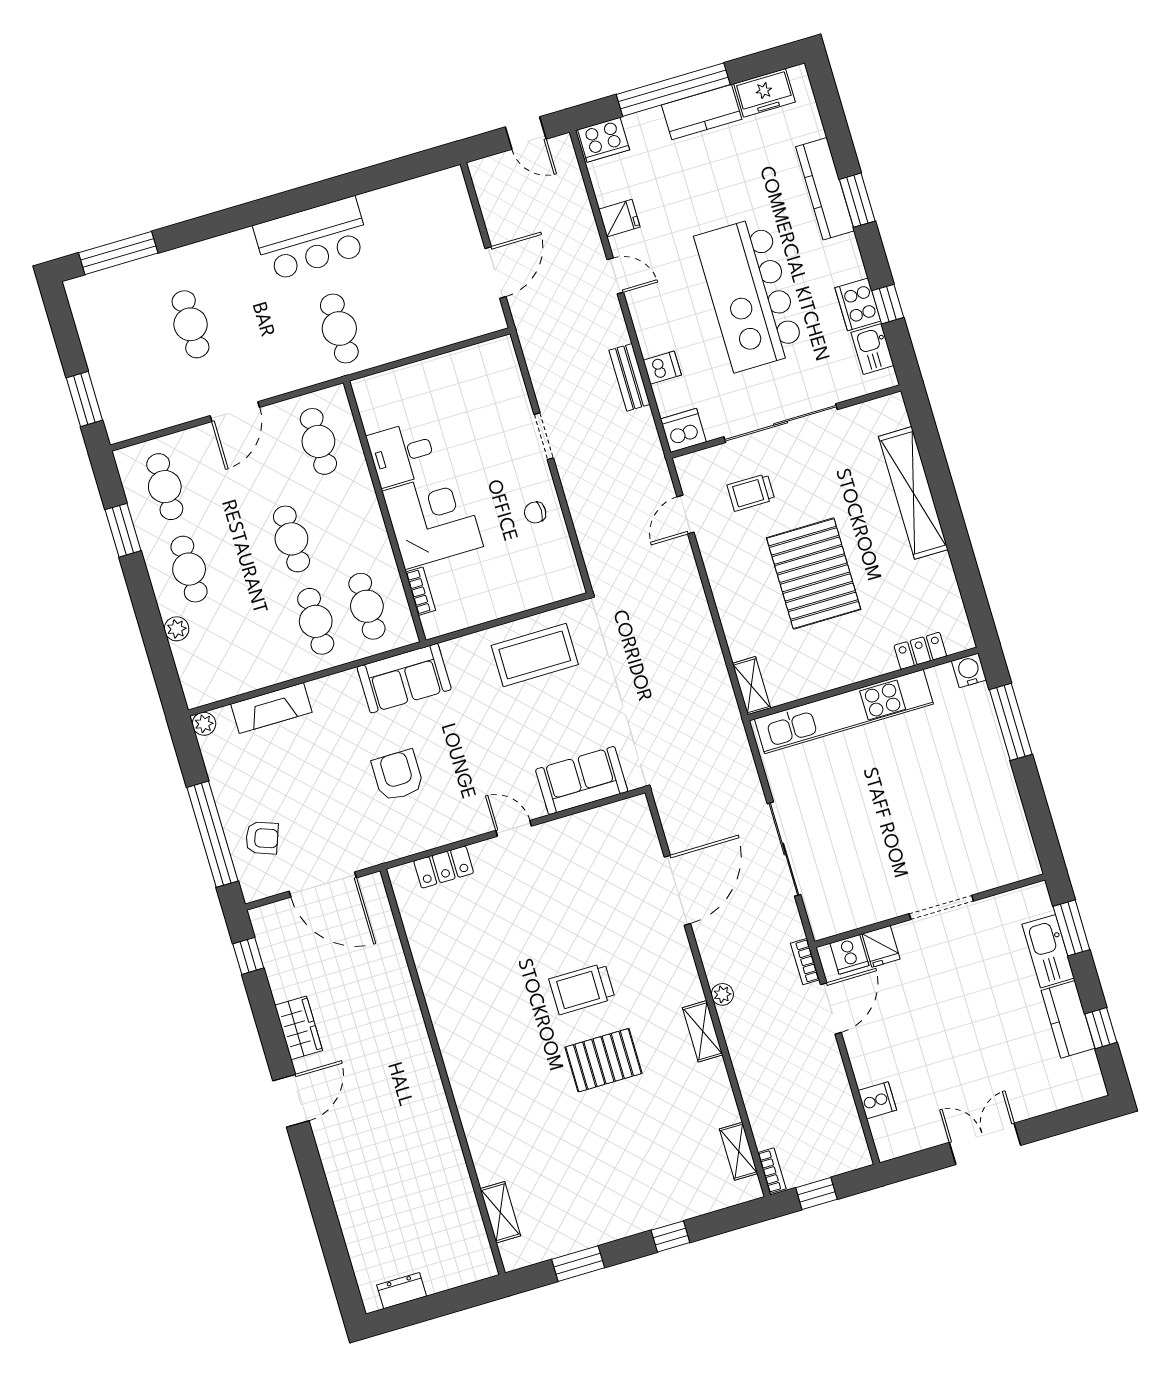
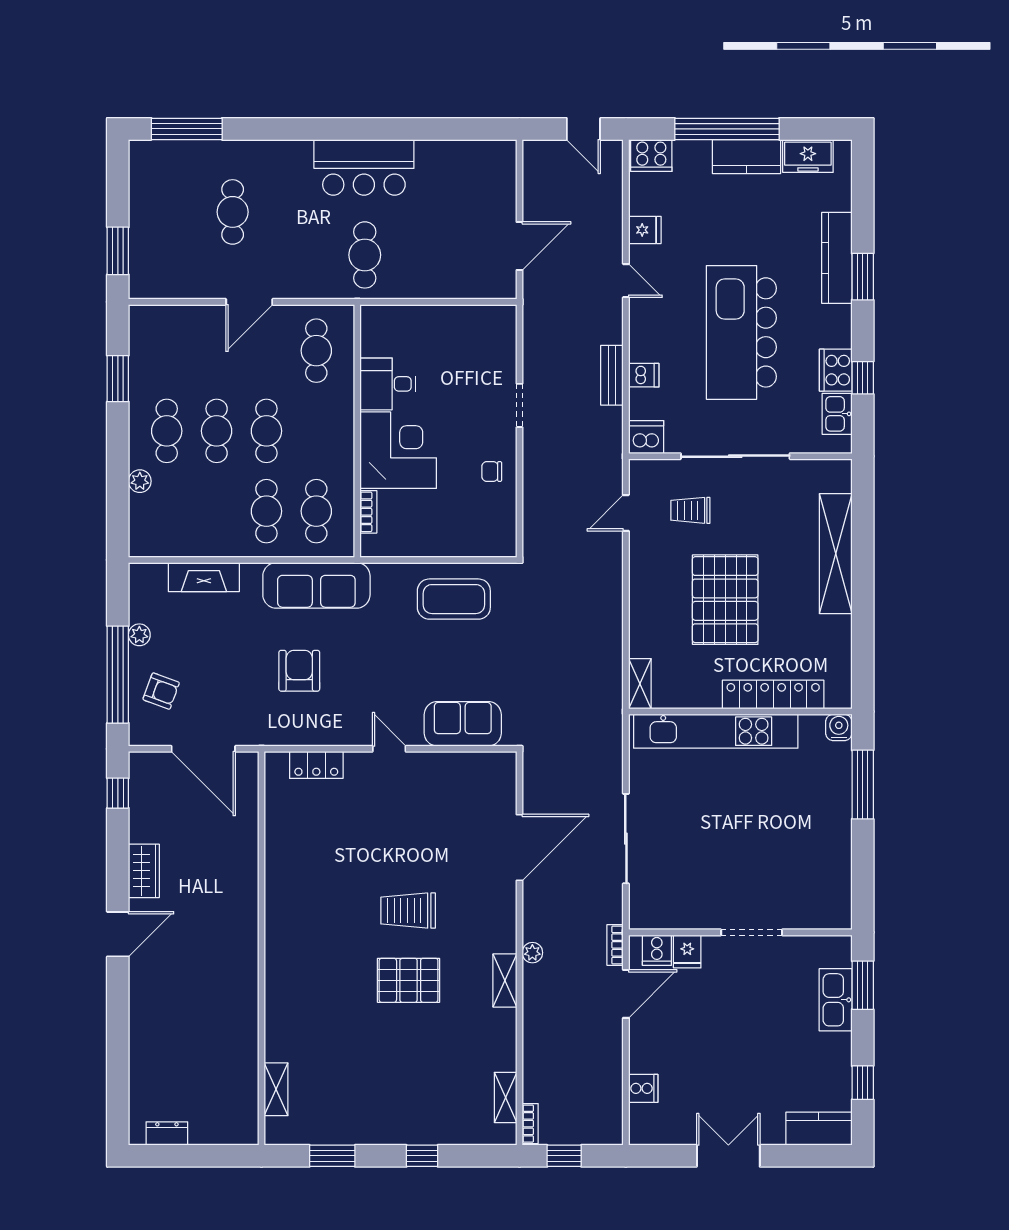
cafe table: (165, 487) -> (217, 431), moved
locker: (920, 651) -> (773, 695), width x2.16, depth x1.21
sofa: (404, 678) -> (316, 585), width x1.36
plant: (204, 724) -> (139, 635), moved
kitchen counter: (1068, 1019) -> (819, 1129), moved, turned 90

